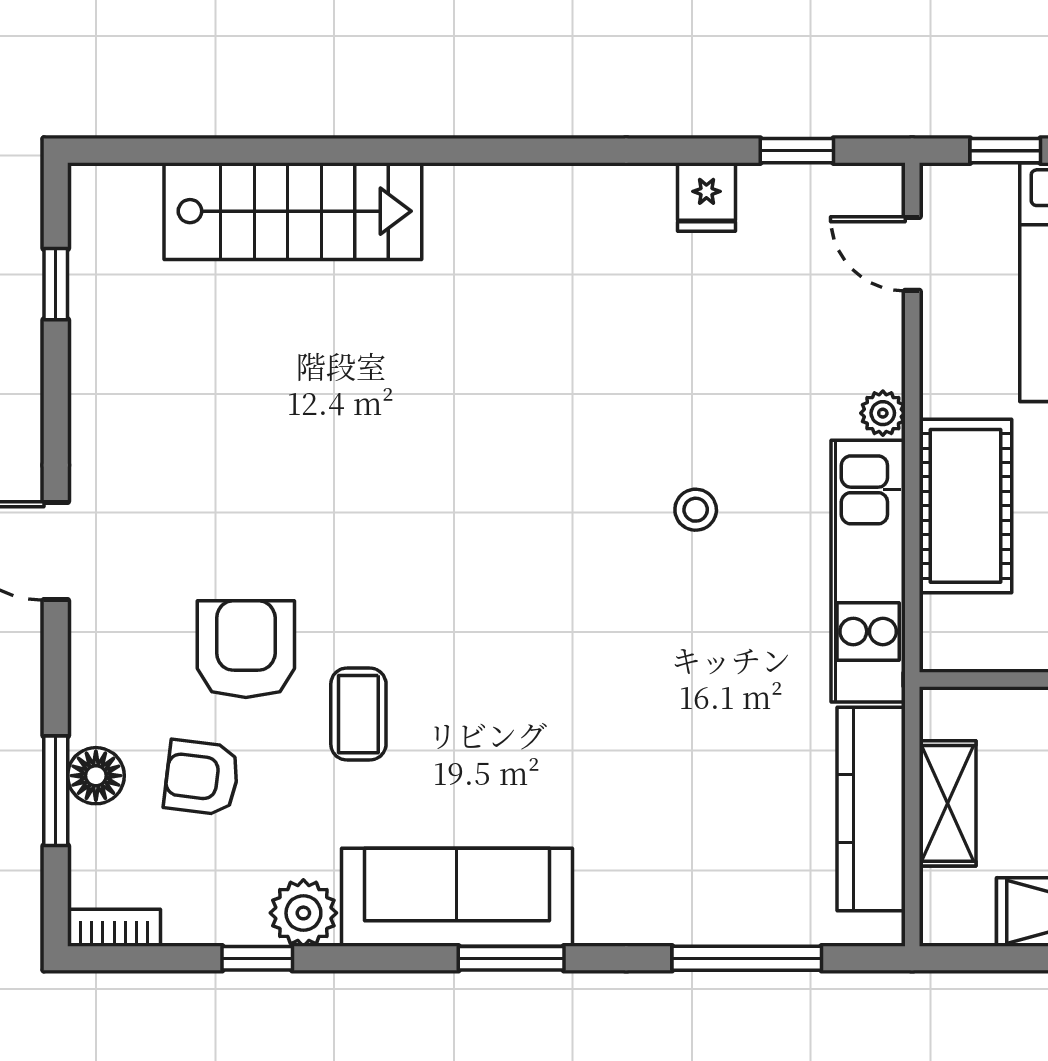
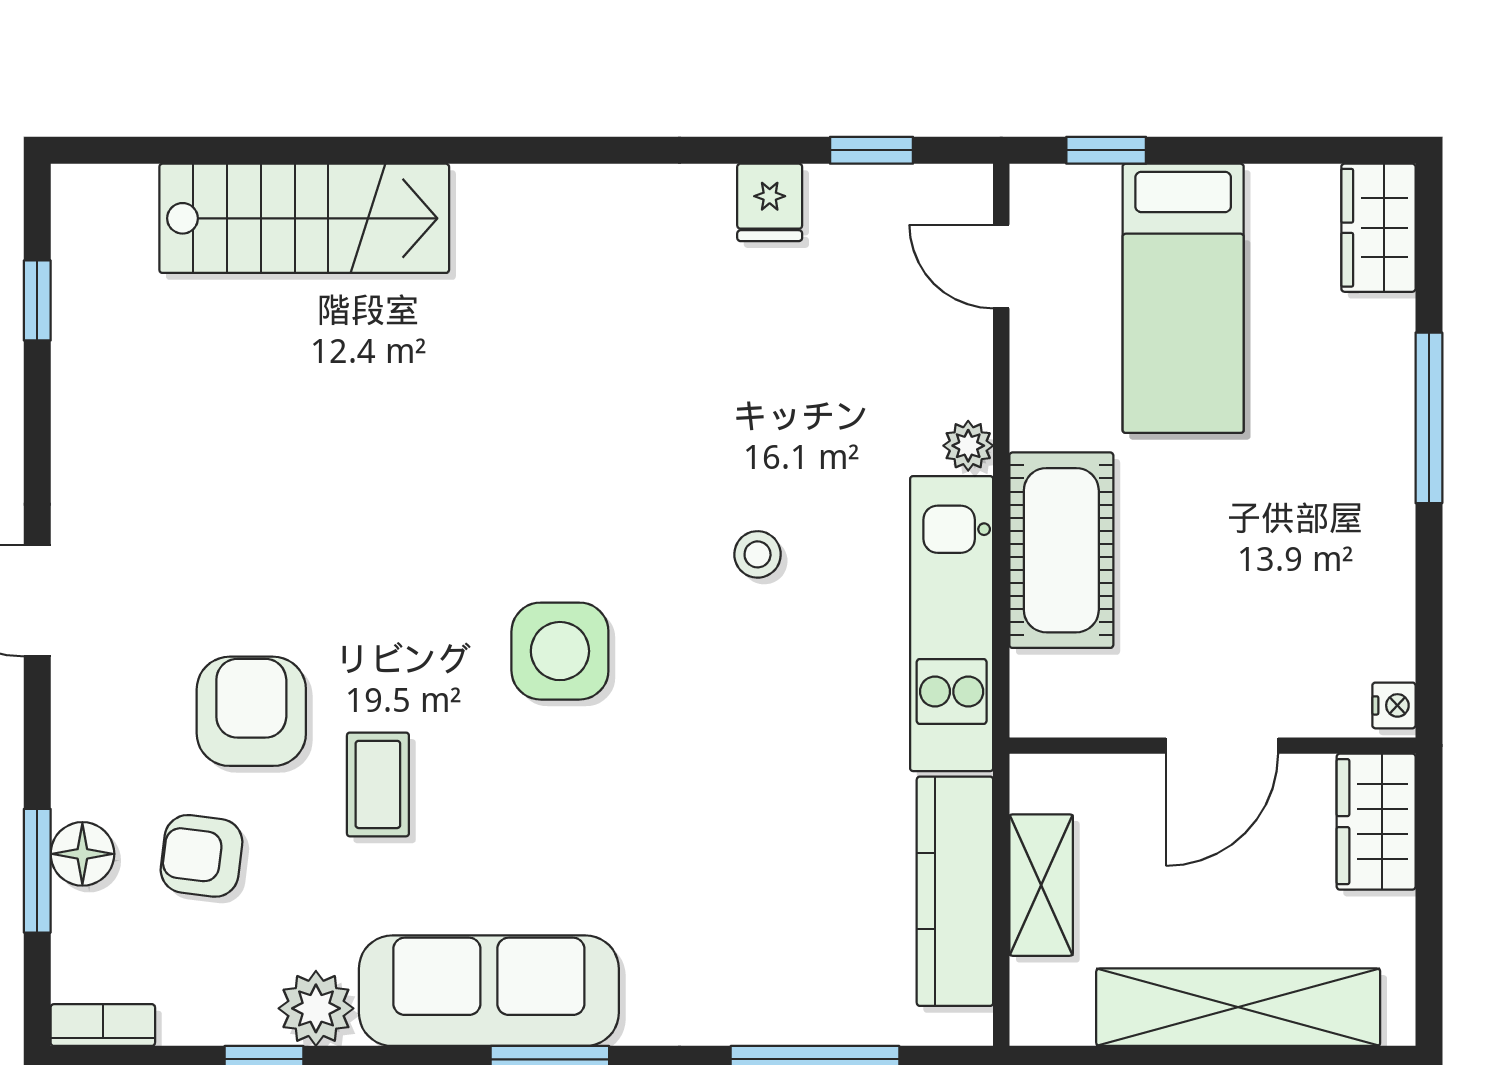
side table: (520, 596) -> (560, 651), added

